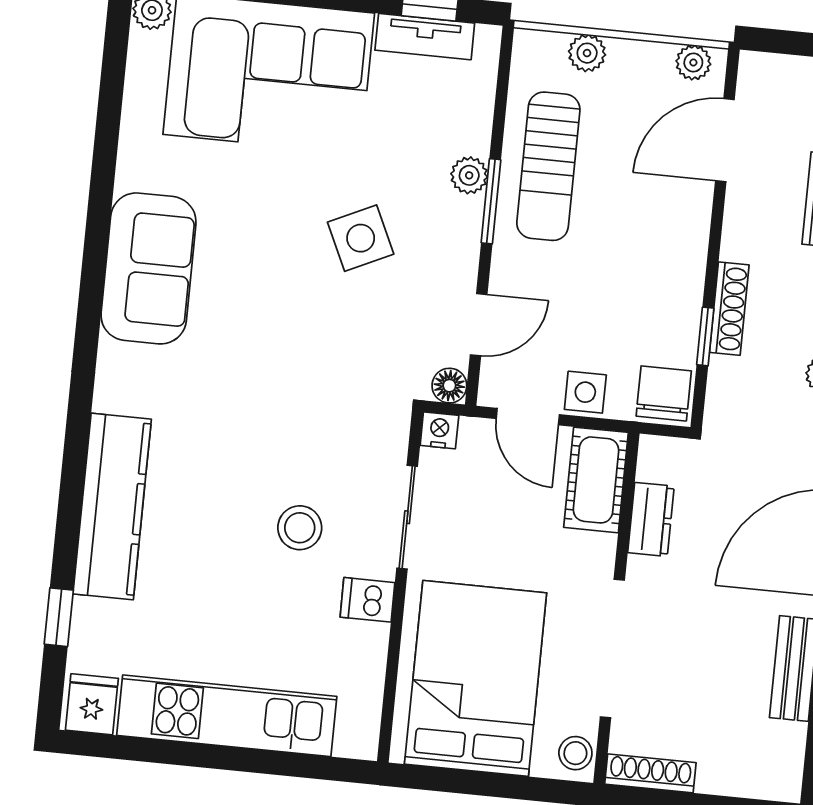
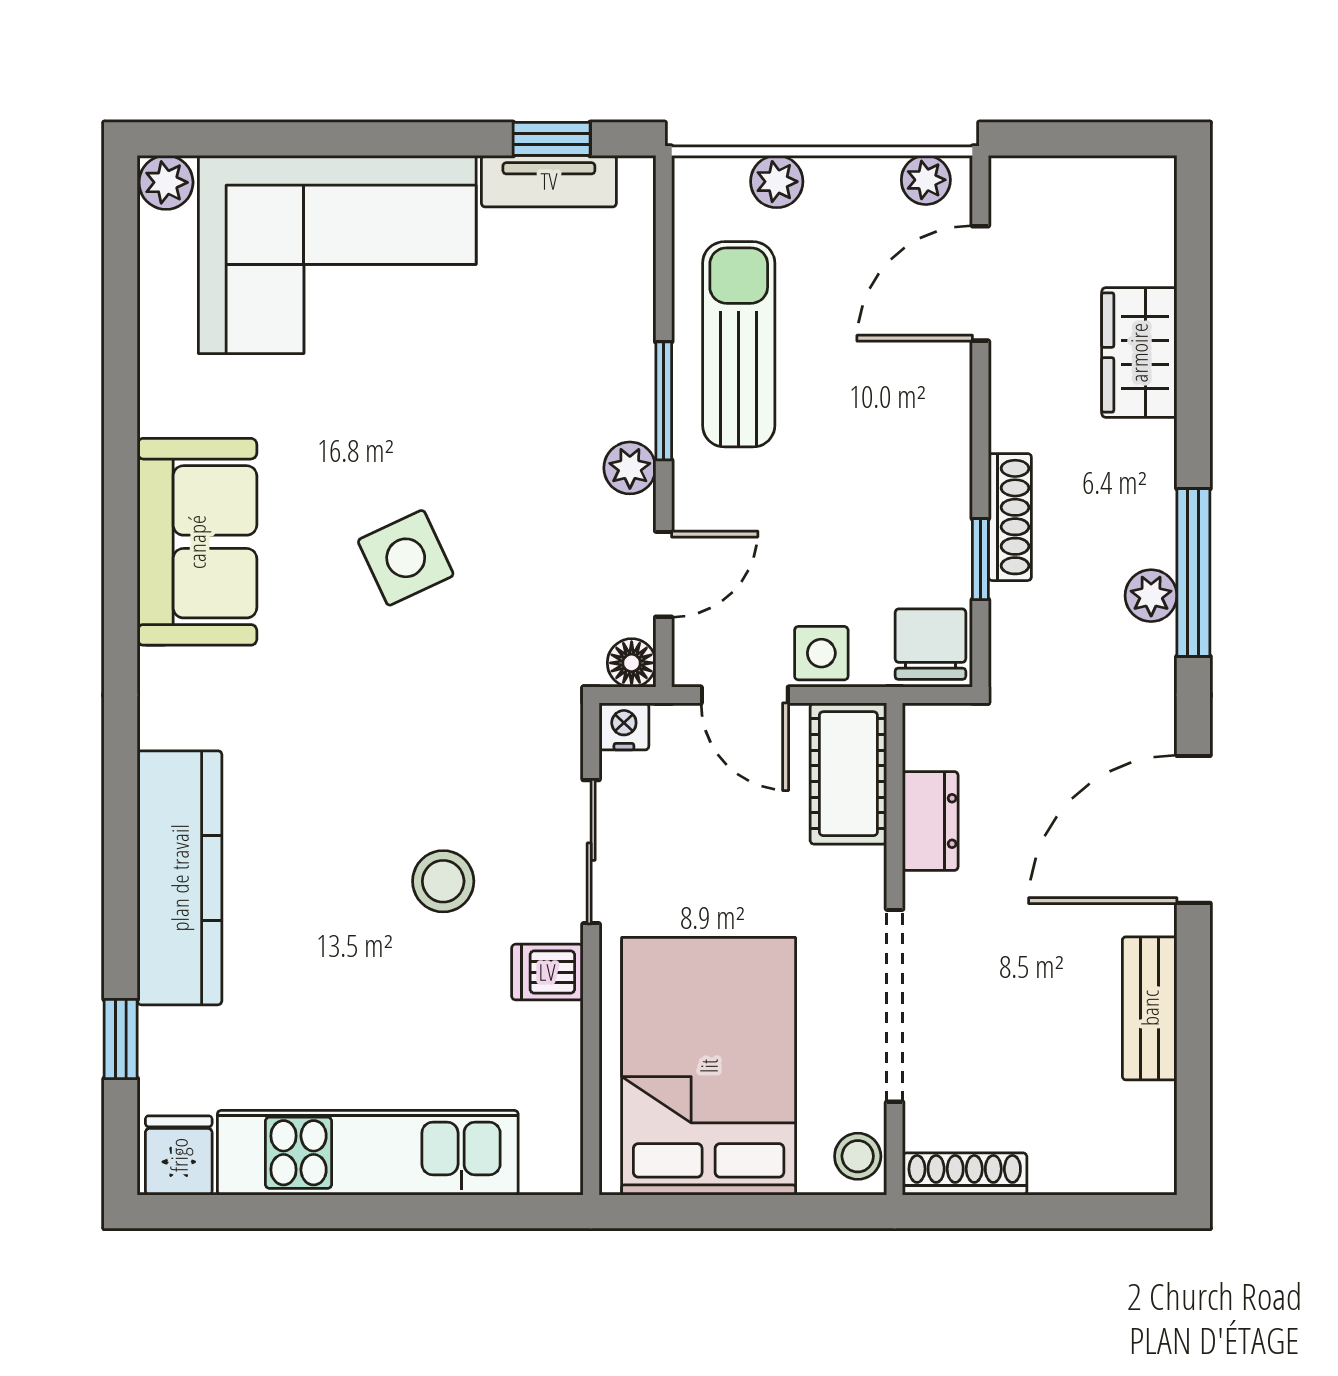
sun lounger: (548, 166) -> (739, 344), turned 180
plant: (469, 175) -> (630, 468), moved
side table: (361, 238) -> (406, 558), moved

